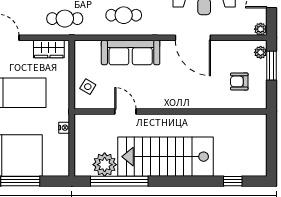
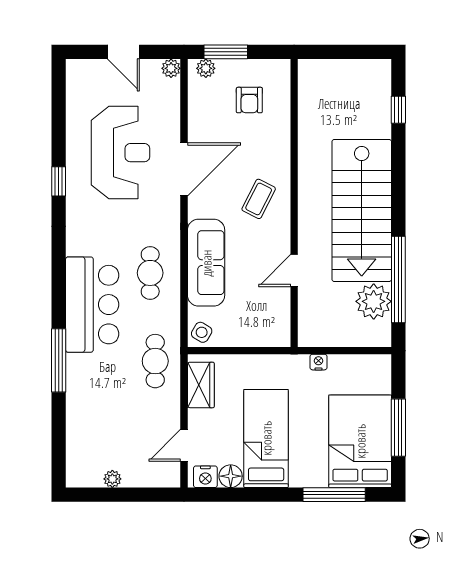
side table: (88, 87) -> (202, 332), moved
coffee table: (173, 88) -> (259, 199), added

